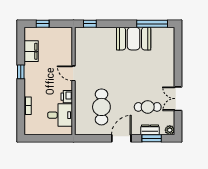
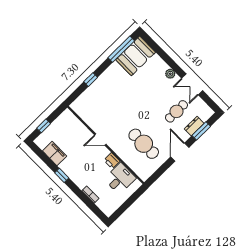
window: (90, 24) -> (91, 80), moved
booth: (134, 39) -> (136, 56), moved
plant: (170, 130) -> (170, 74), moved

